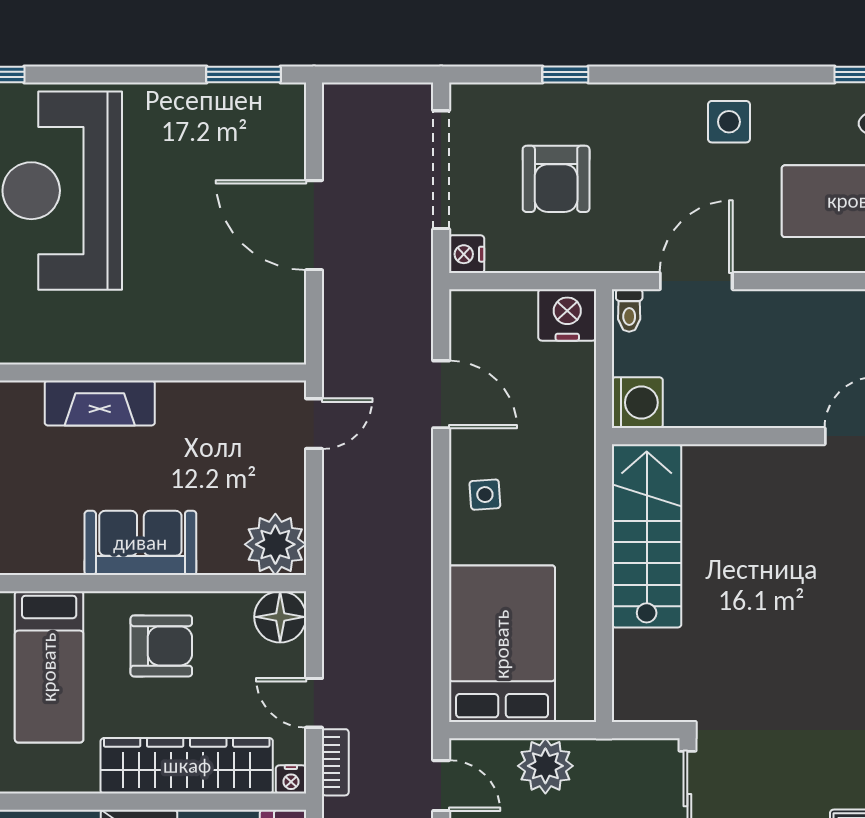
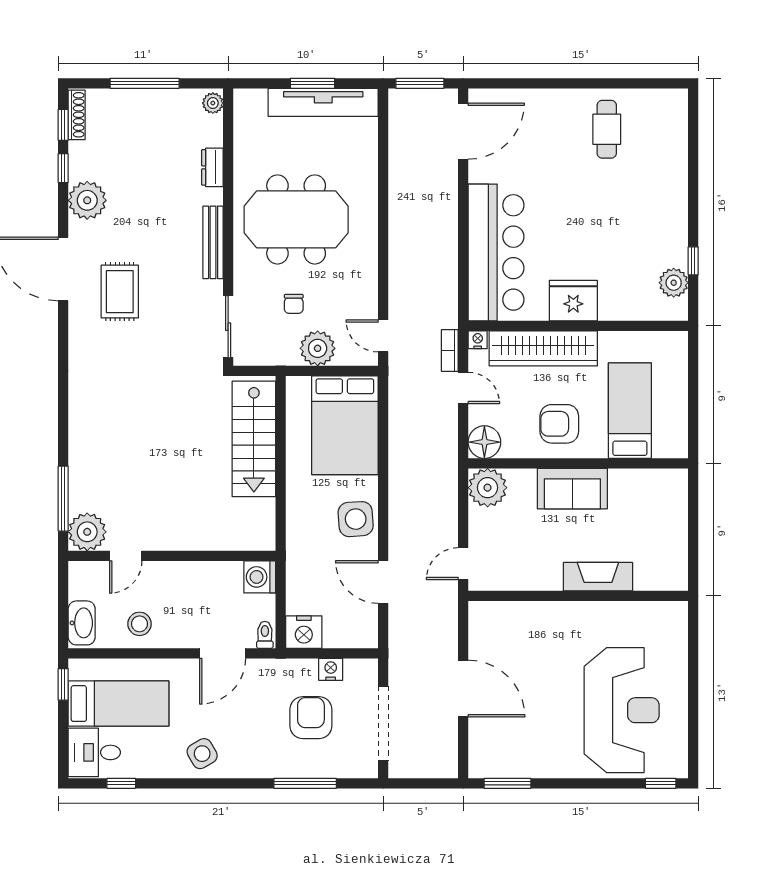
window: (565, 75) -> (305, 783), width x2.17
side table: (729, 122) -> (202, 754), turned -30
nightstand: (467, 254) -> (331, 669), moved, turned -90
stool: (828, 328) -> (140, 624), added
side table: (485, 495) -> (356, 519), width x1.87, depth x1.87
stairs: (647, 536) -> (254, 439), moved

